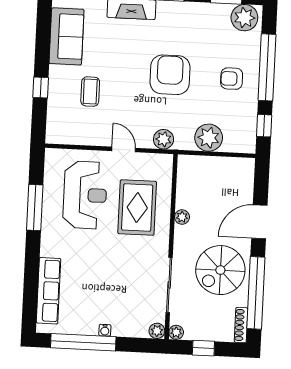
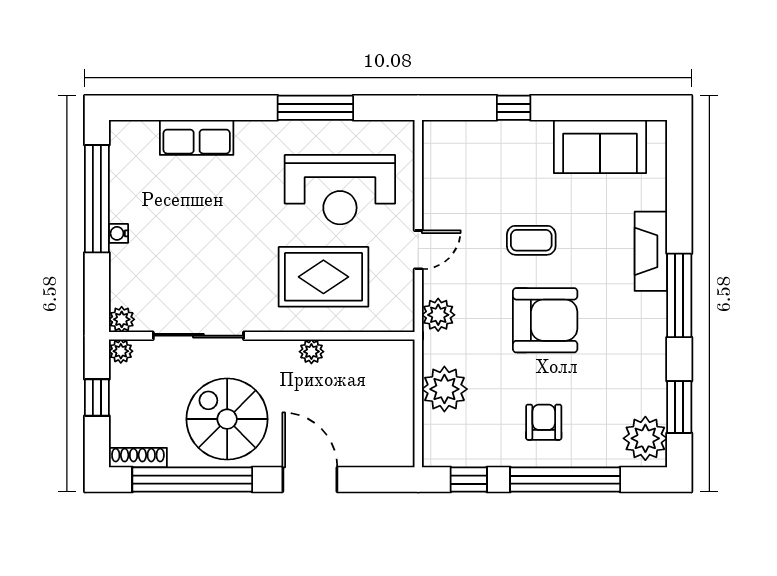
coffee table: (90, 92) -> (531, 240), moved
row of seats: (49, 291) -> (197, 137), width x0.68

